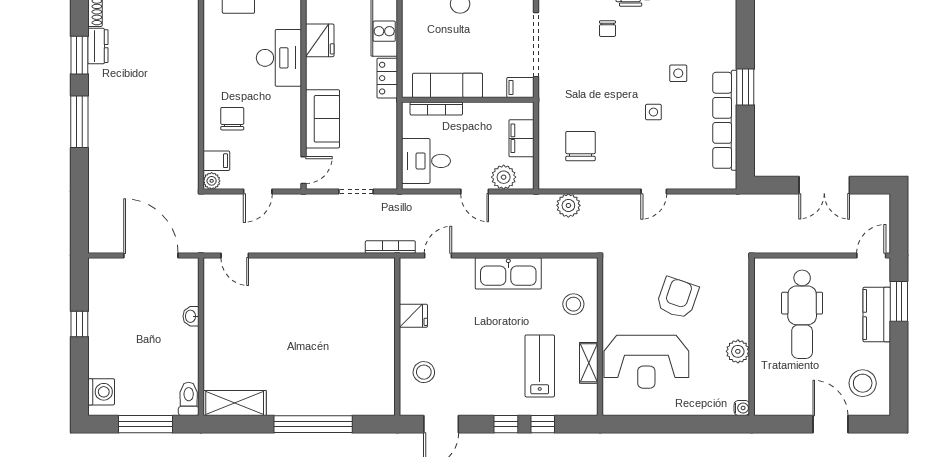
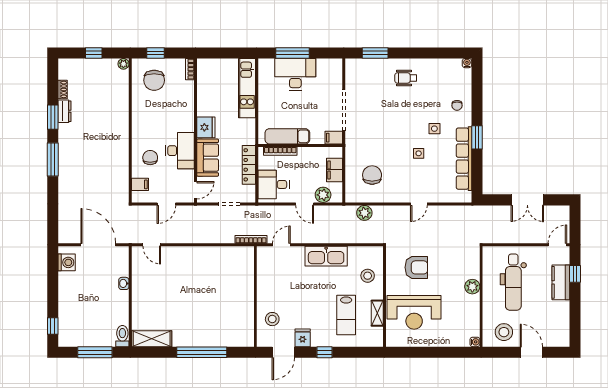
chair: (607, 29) -> (457, 105), moved
fridge: (320, 40) -> (206, 127), moved
desk: (279, 58) -> (180, 151), moved
locker: (387, 78) -> (249, 165), moved, width x1.53
plant: (212, 181) -> (137, 197), removed
armchair: (677, 298) -> (416, 267), moved, turned 71
window: (899, 301) -> (575, 274), width x0.67
fridge: (413, 316) -> (303, 338), moved, turned -90
window: (79, 324) -> (53, 326), moved
plant: (738, 351) -> (472, 287), moved
lab bench: (540, 366) -> (346, 315), turned 180
stool: (863, 383) -> (504, 332), moved
washing machine: (101, 392) -> (67, 262), moved
window: (543, 424) -> (348, 352), removed

